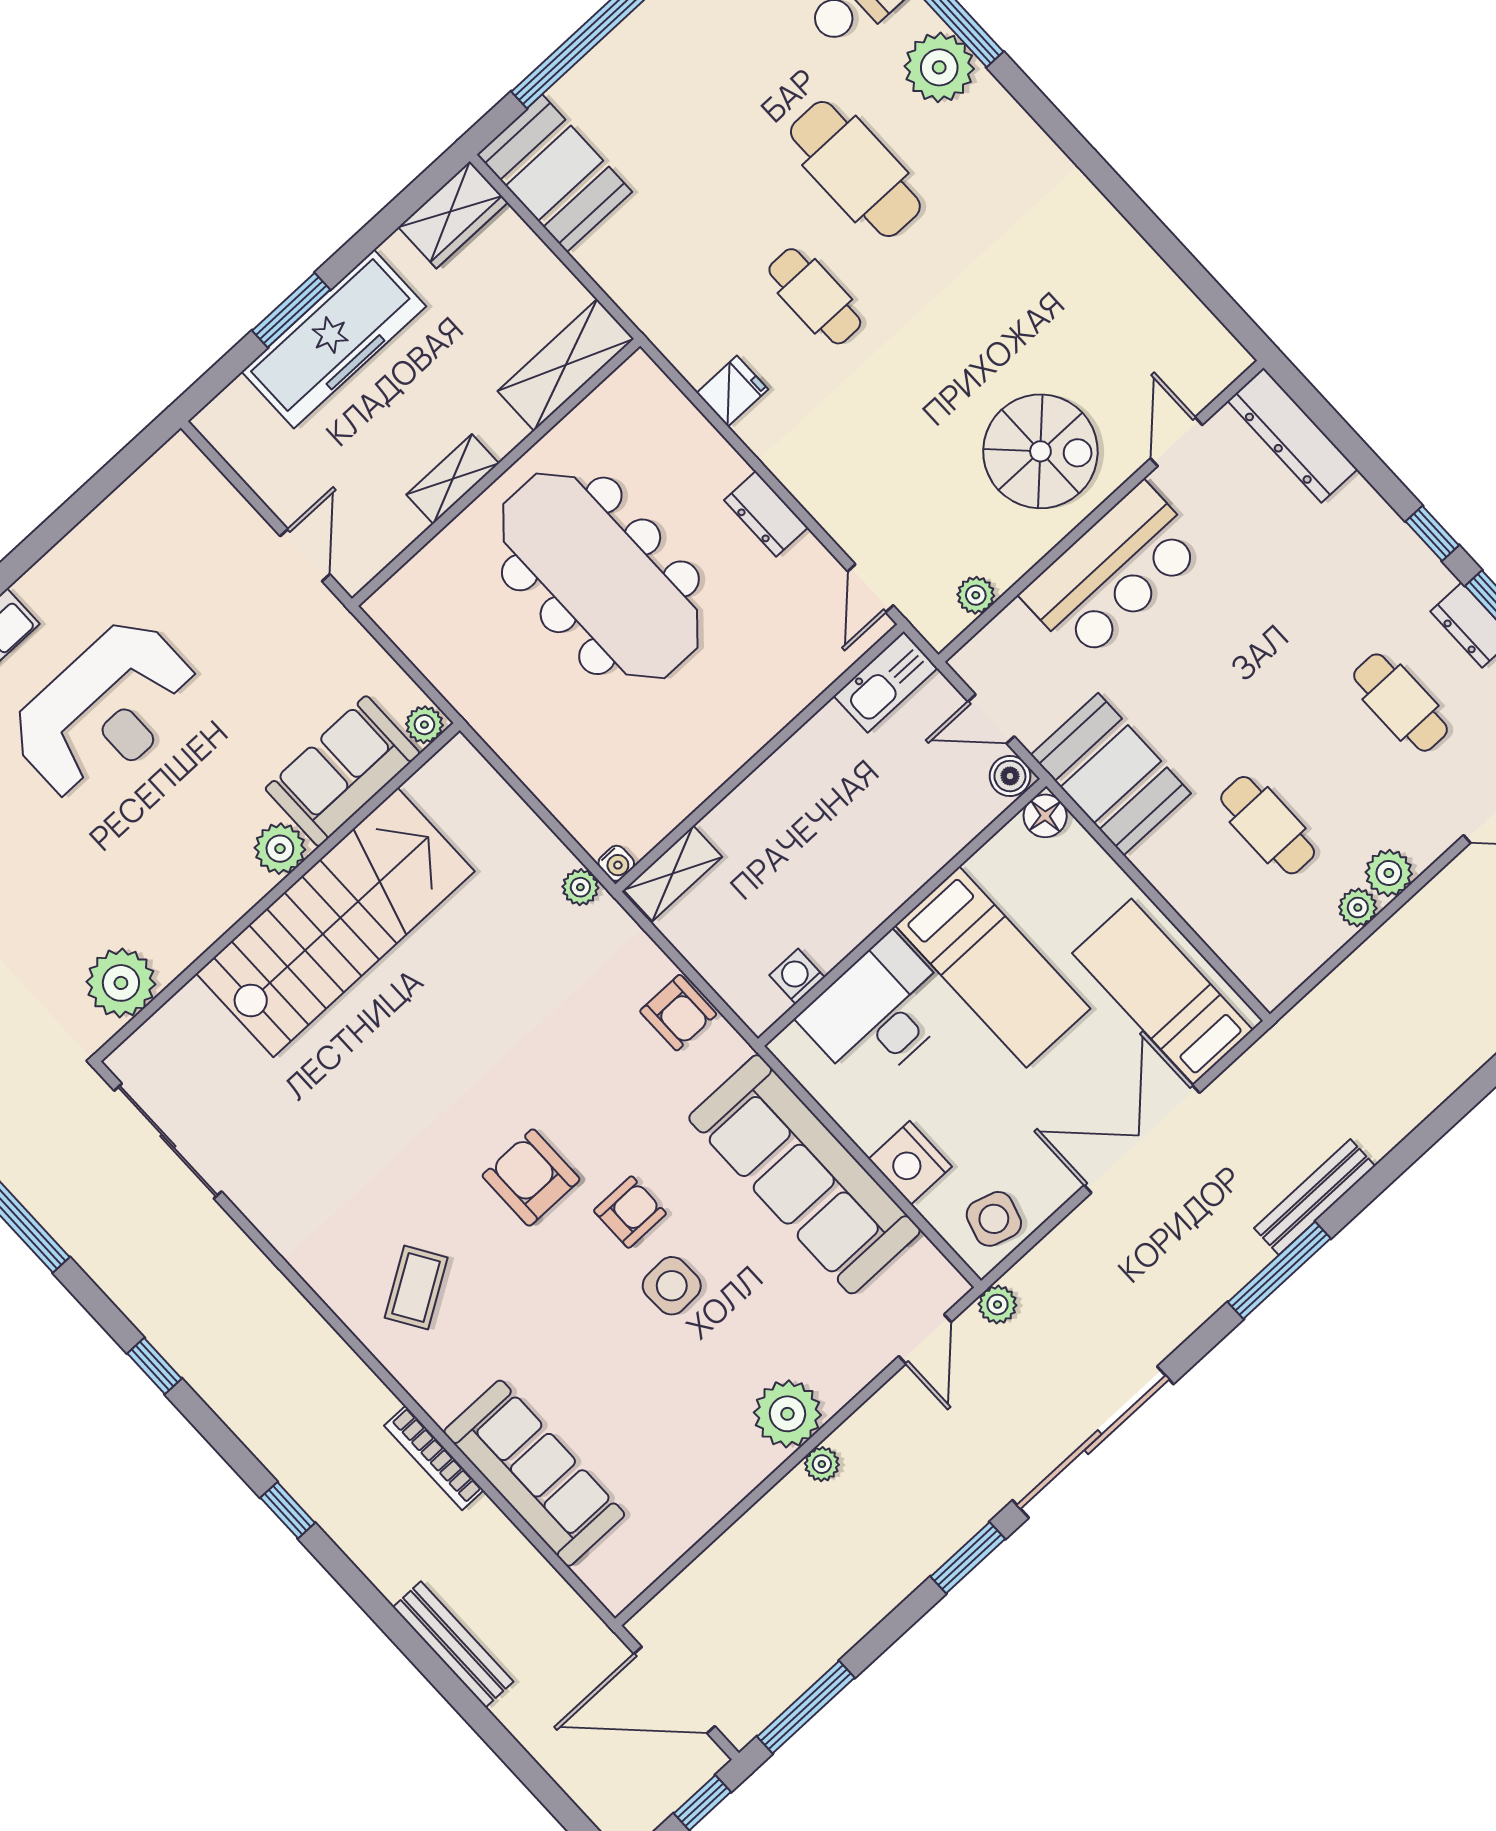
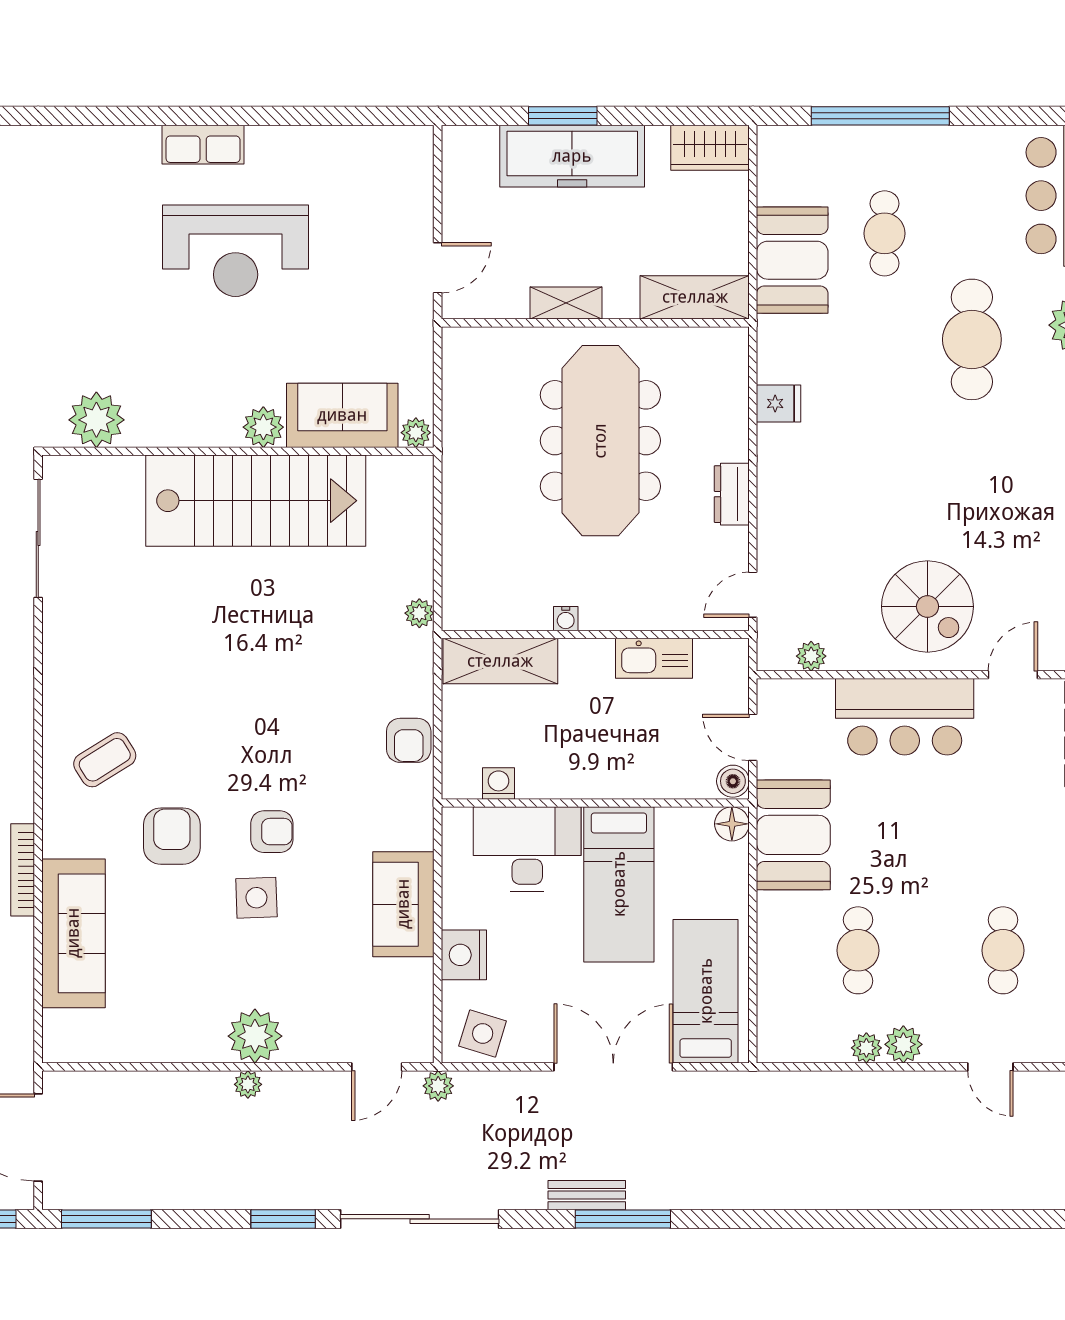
booth: (554, 173) -> (792, 260), moved
cafe table: (815, 296) -> (885, 233), moved
kitchen sink: (886, 682) -> (654, 658), moved
water cooler: (616, 863) -> (566, 619), moved
shelving: (673, 873) -> (500, 661), width x1.50, depth x1.33
sofa: (804, 1174) -> (403, 904), width x0.54, depth x0.79
armchair: (531, 1178) -> (172, 836), moved
bench: (1315, 1197) -> (587, 1195), moved, width x0.73

